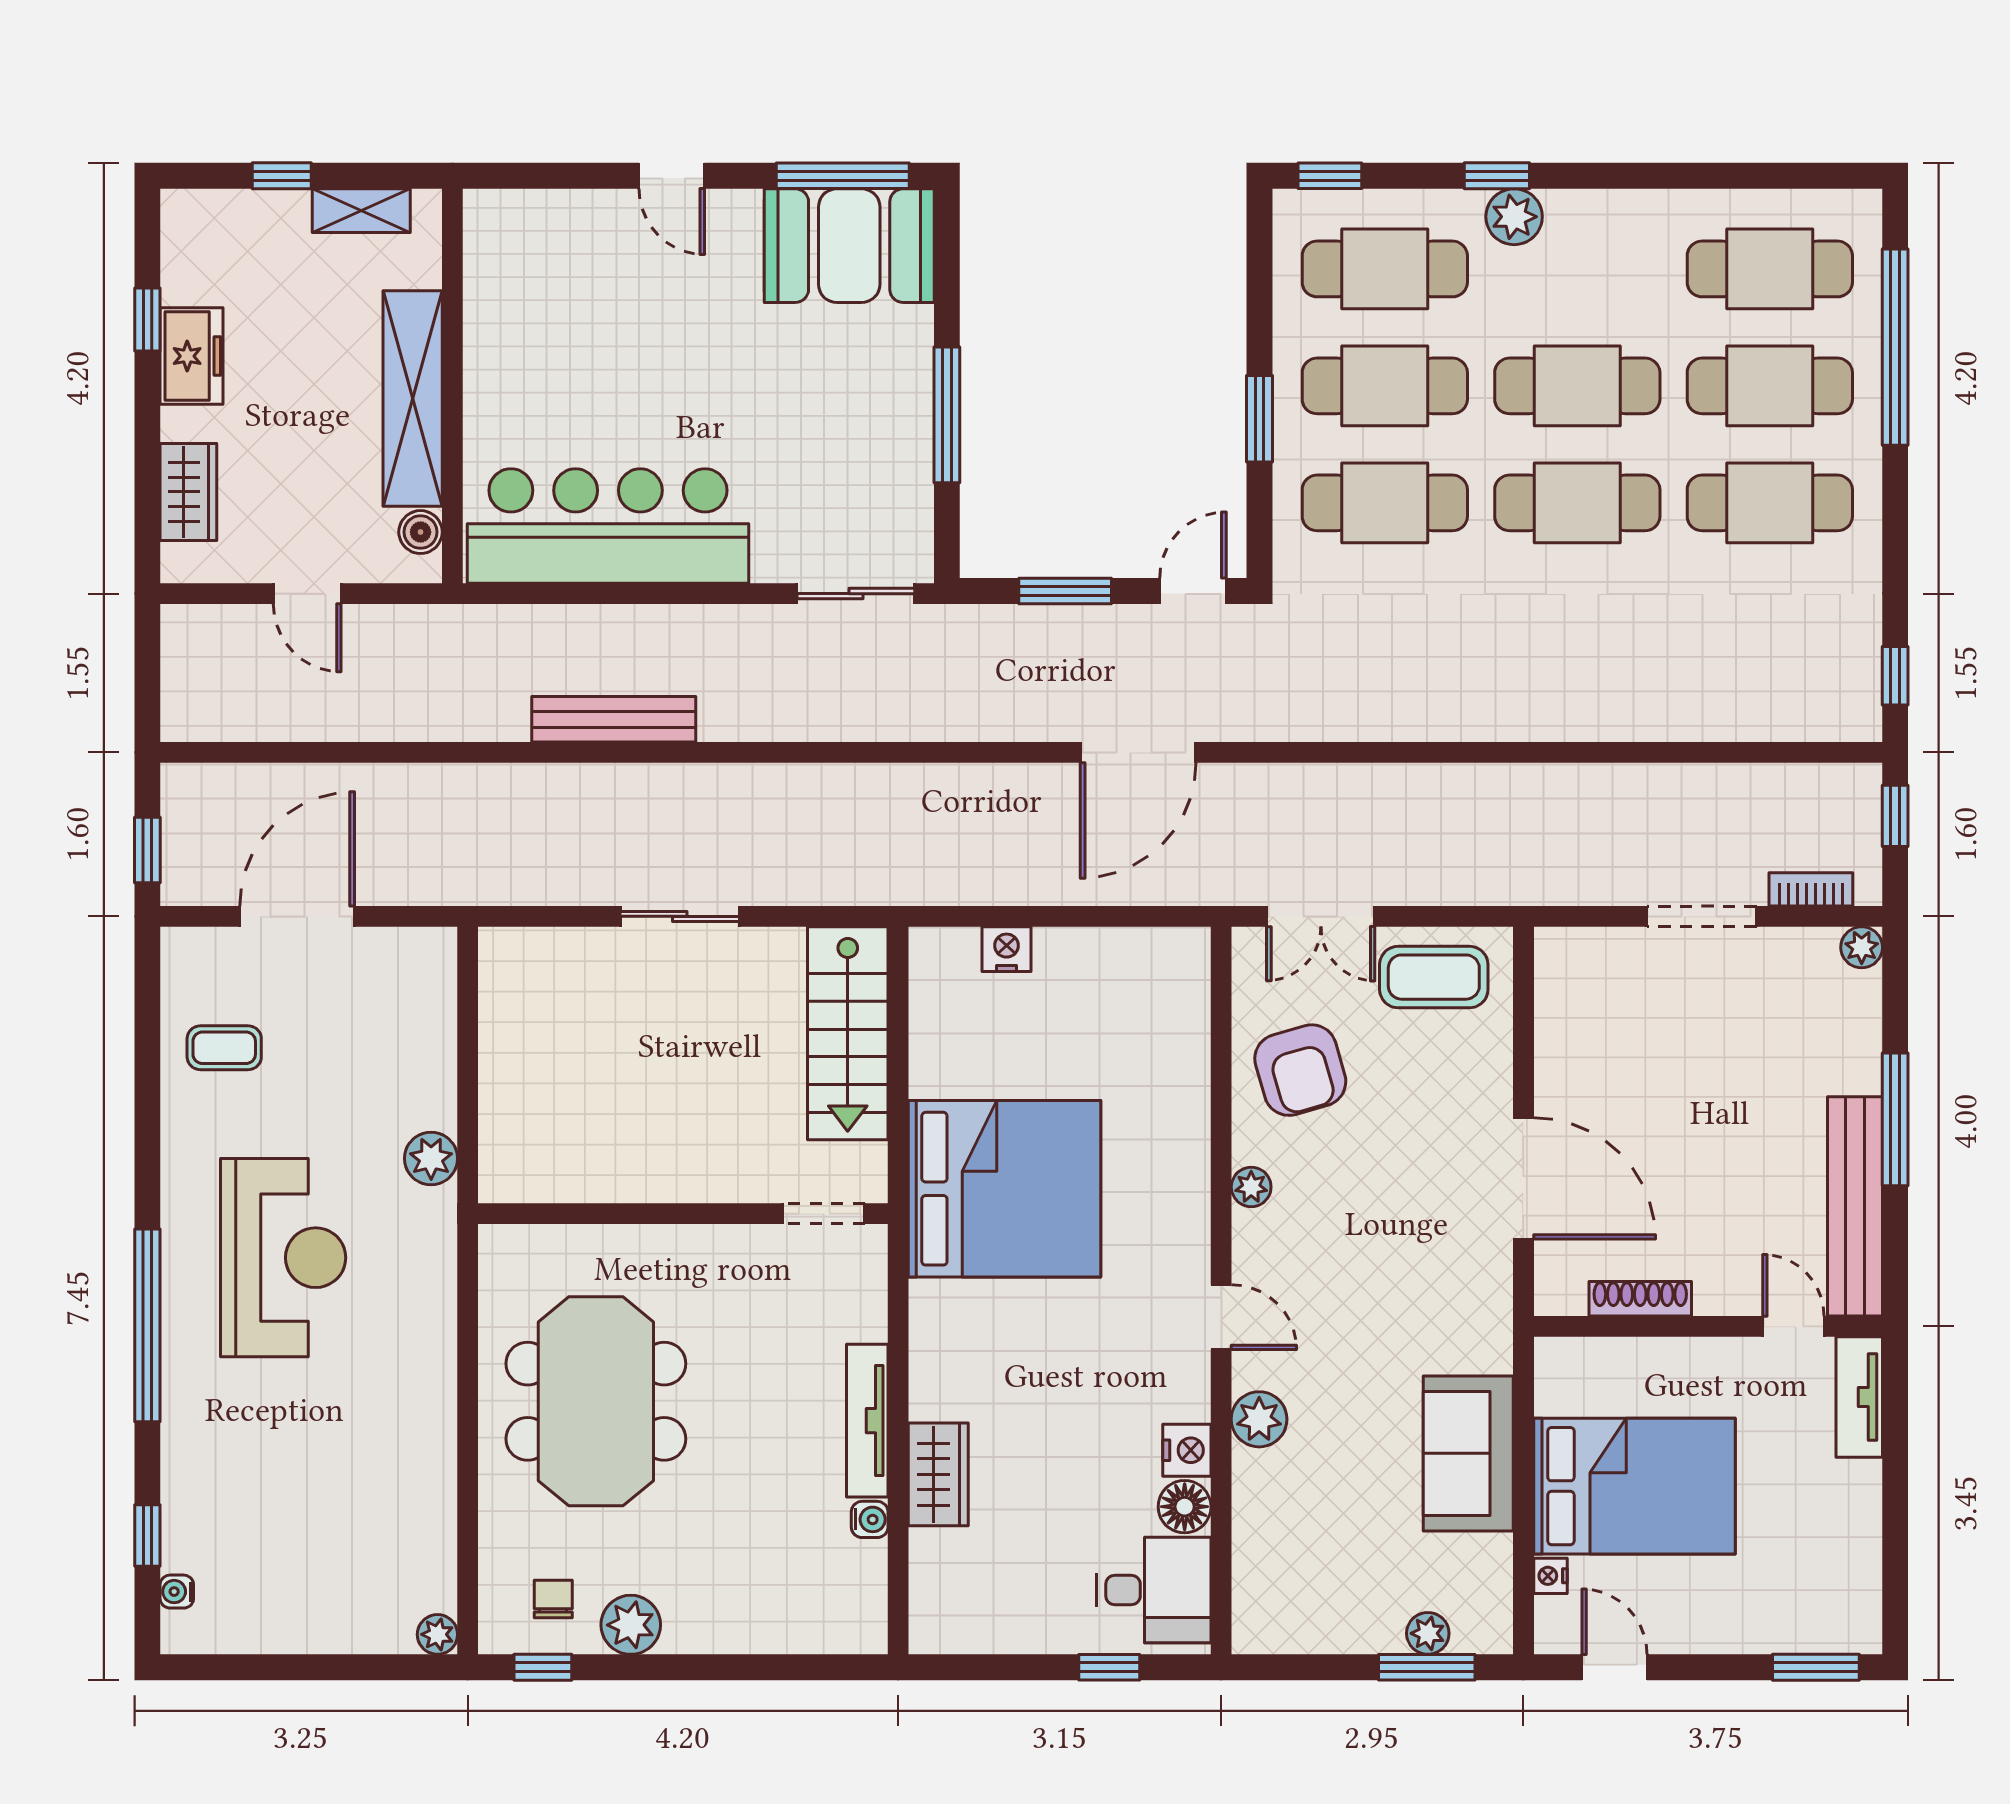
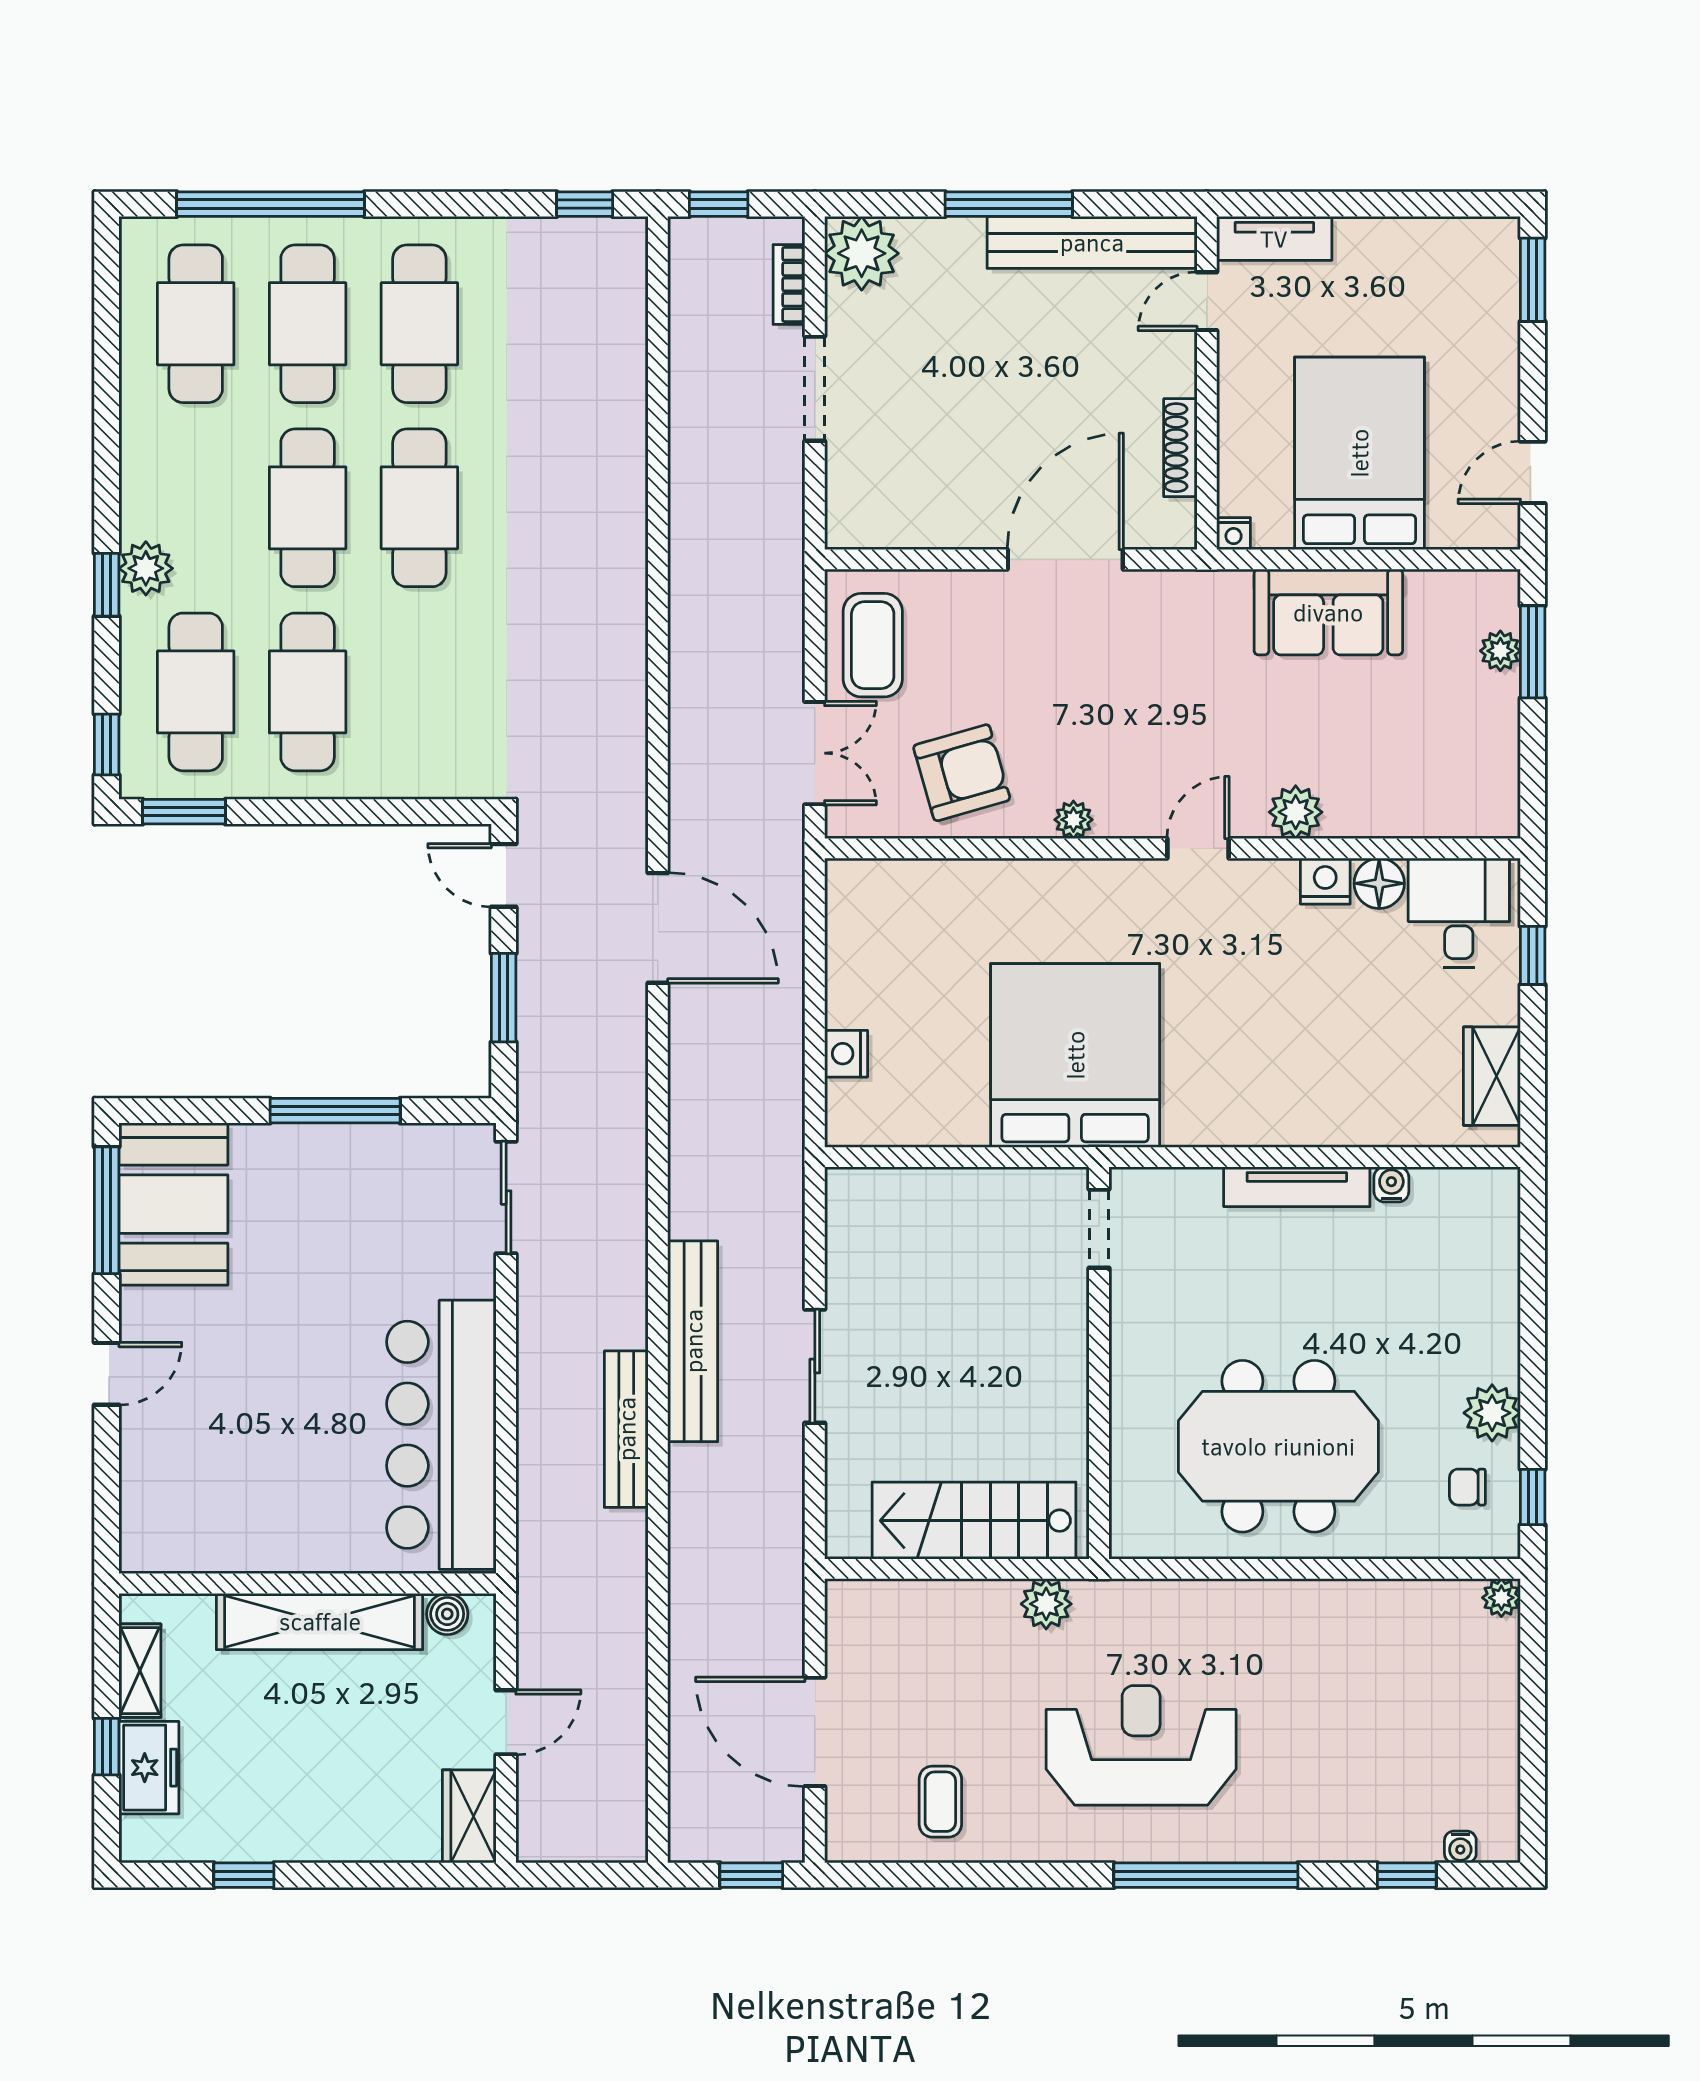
freezer: (192, 356) -> (149, 1768), moved, turned 90
window: (1260, 419) -> (184, 812), moved
wardrobe: (188, 492) -> (469, 1816), moved, turned -90
cafe table: (1385, 503) -> (419, 692), removed
bench: (706, 789) -> (693, 1341), added
plant: (1862, 947) -> (862, 253), width x1.88, depth x1.88
stairs: (848, 1033) -> (974, 1521), moved, turned 180
wardrobe: (938, 1474) -> (1492, 1076), moved, turned -90
nightstand: (1550, 1576) -> (1234, 534), moved

